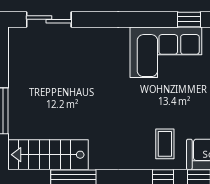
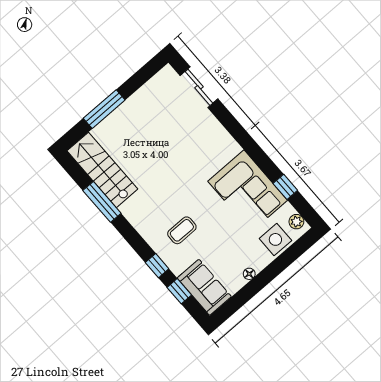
coffee table: (165, 144) -> (182, 230), moved

